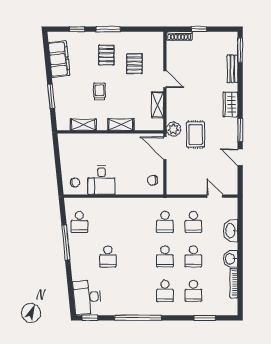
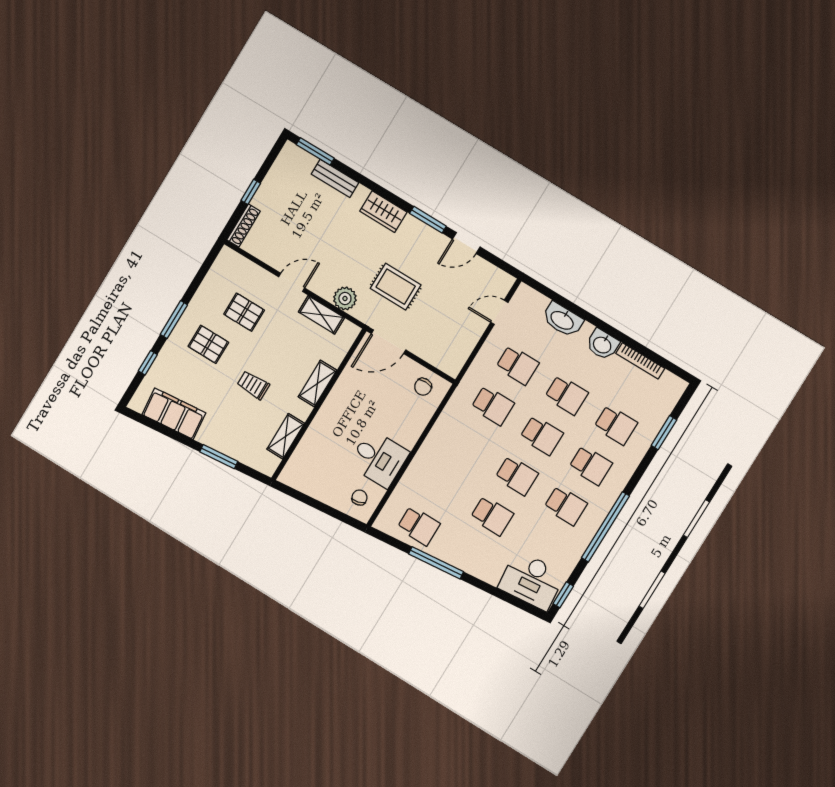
plant: (174, 129) -> (345, 298), moved
school desk: (136, 256) -> (517, 476), added
school desk: (136, 291) -> (566, 506), added

